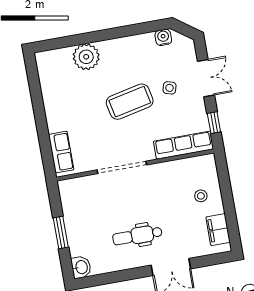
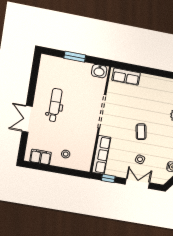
double door: (206, 78) -> (137, 183), swing flipped
coffee table: (130, 102) -> (141, 132), width x0.54, depth x0.58
washbasin: (81, 267) -> (99, 71), moved

